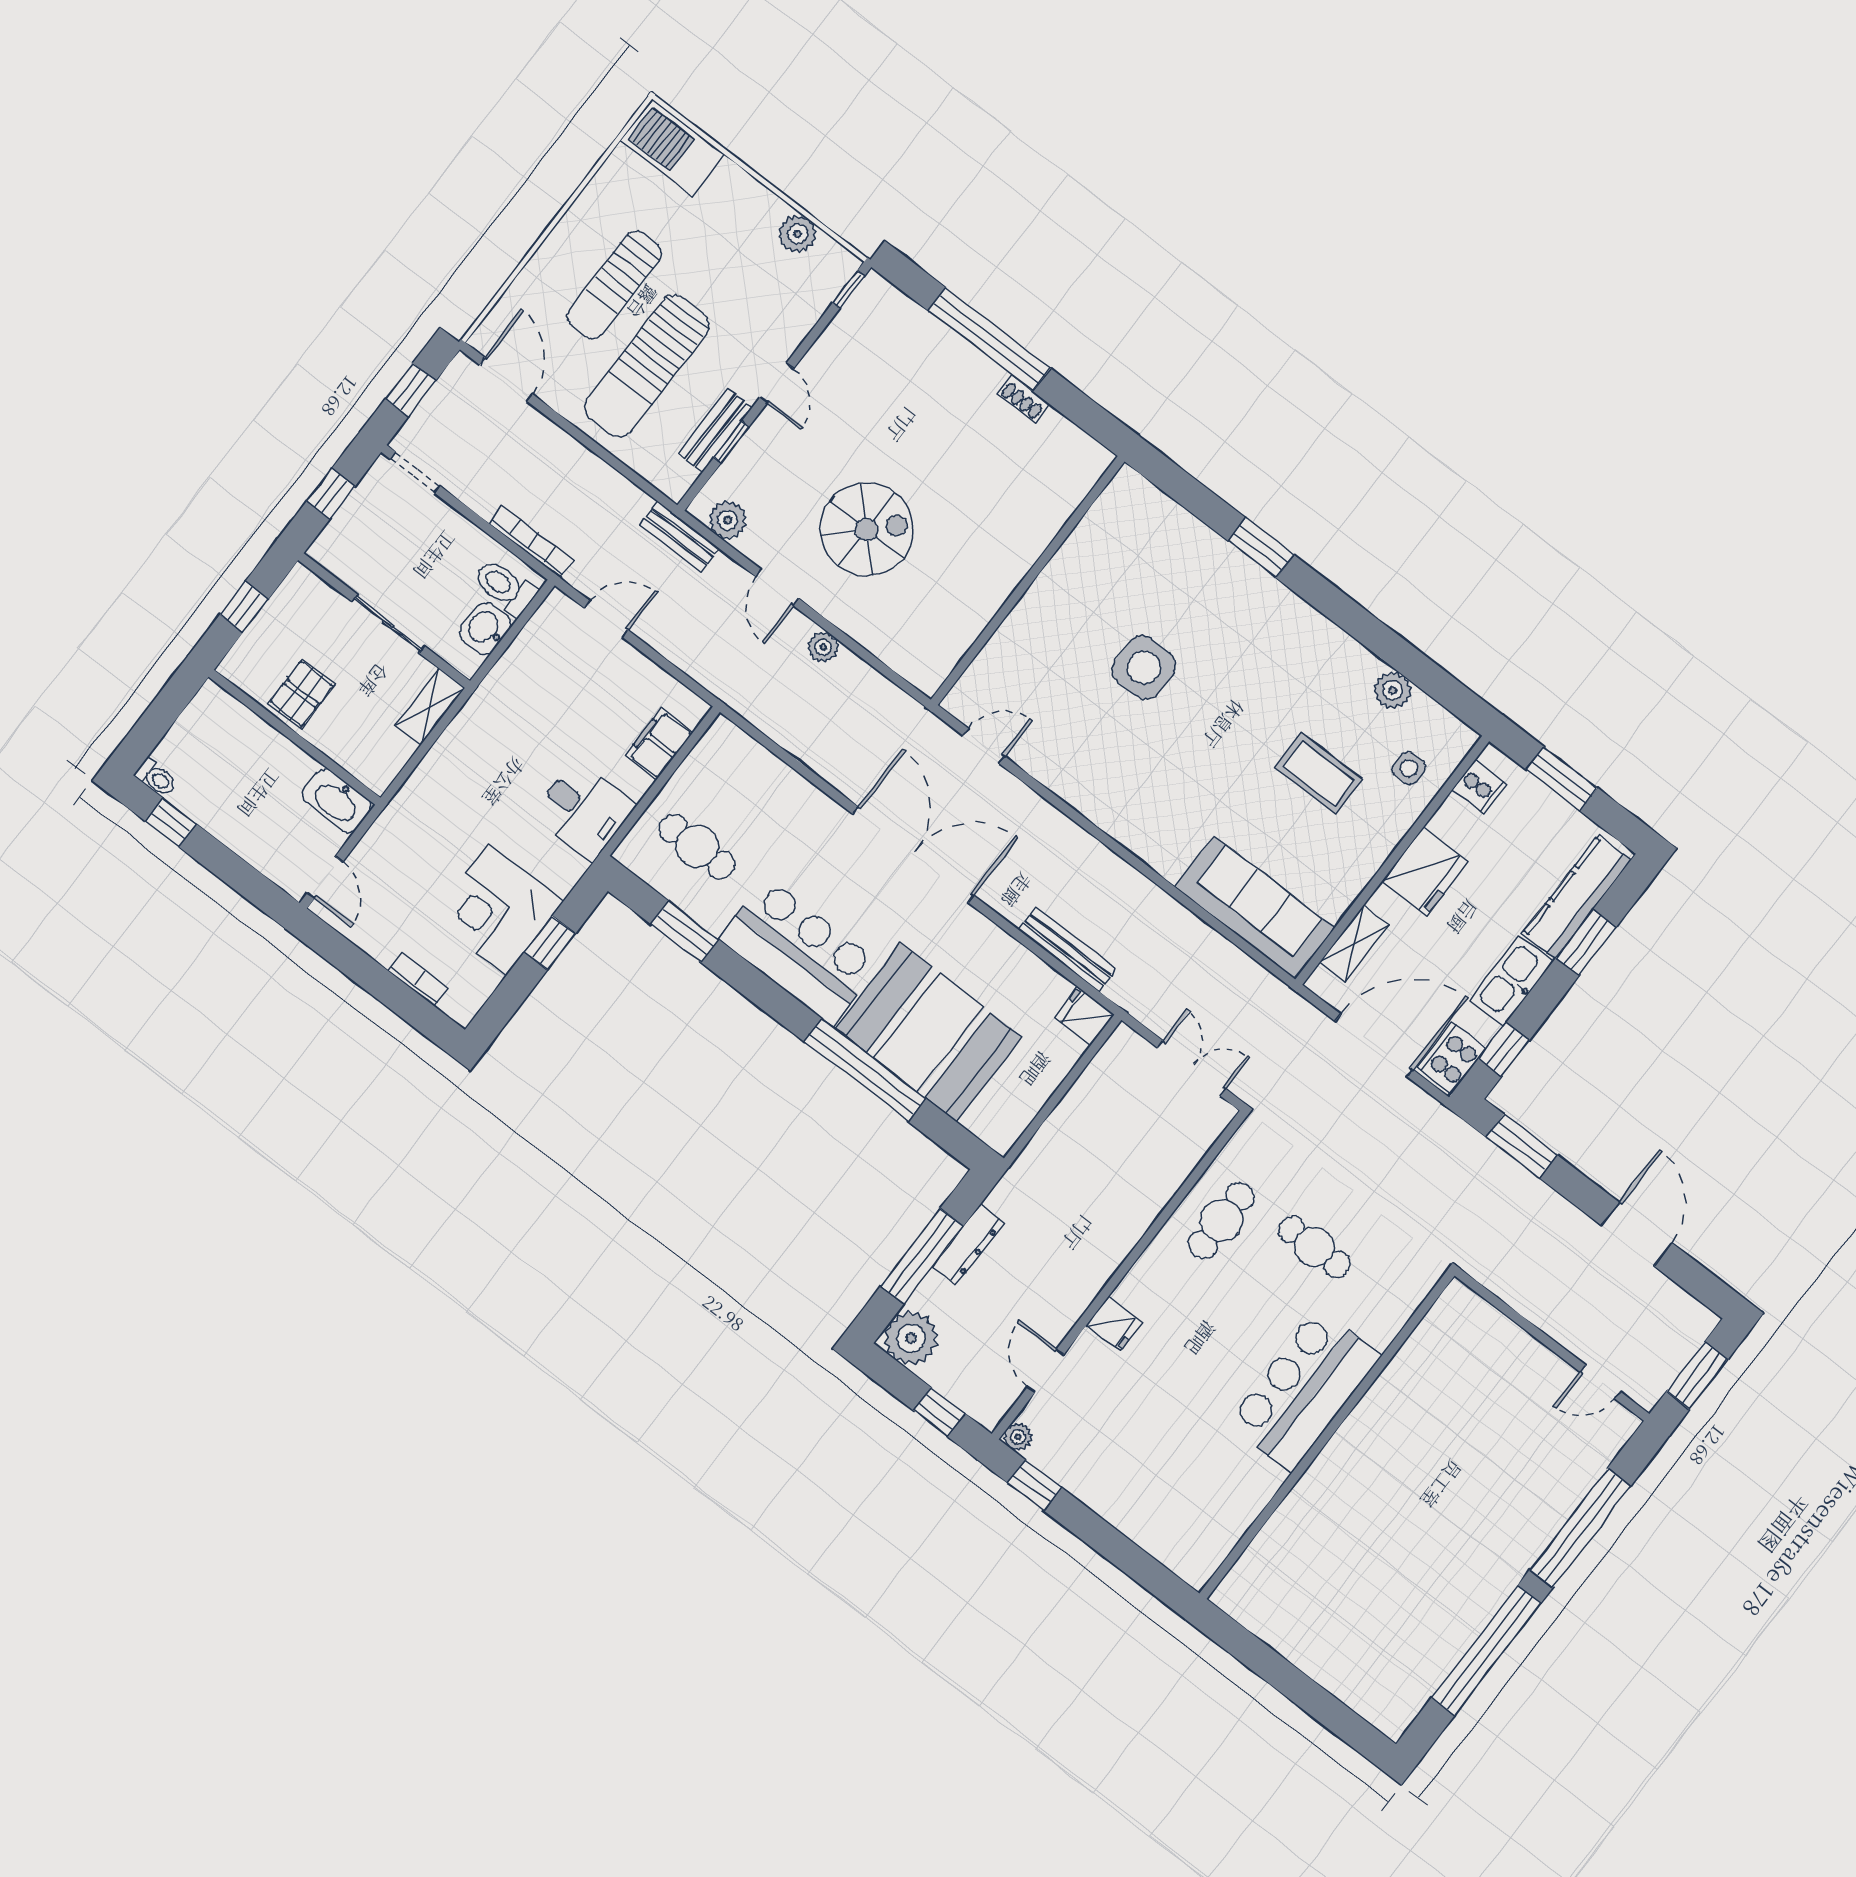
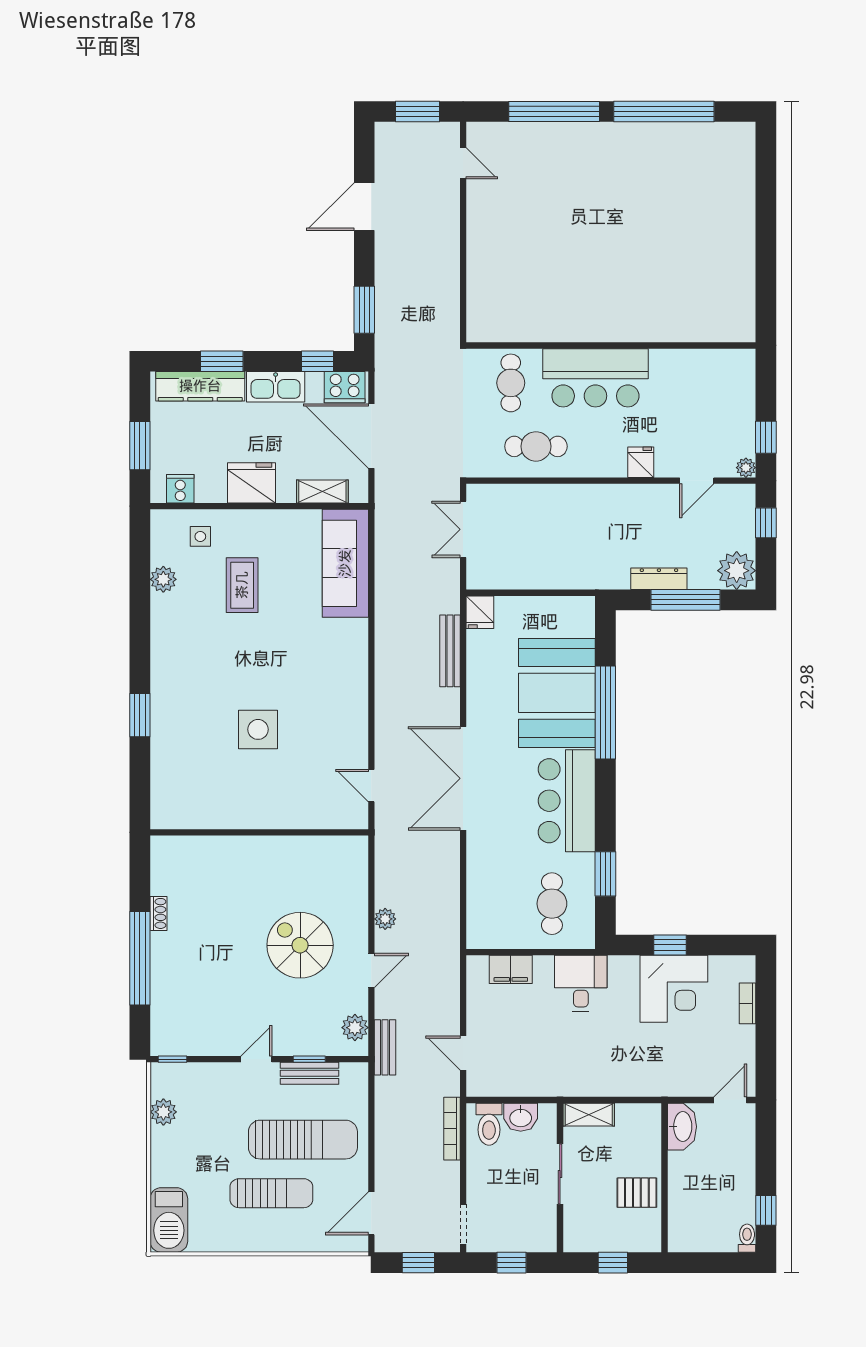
bar counter: (1304, 1390) -> (595, 378), moved
wall: (1327, 1435) -> (611, 345), moved

